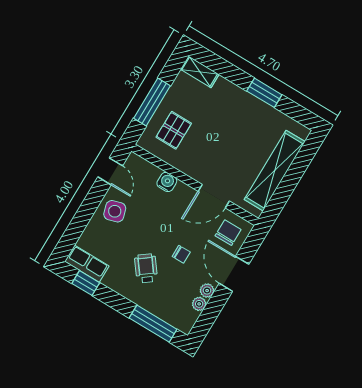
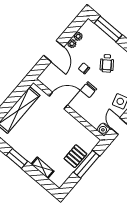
shelving: (200, 72) -> (43, 168), moved
pallet: (174, 130) -> (75, 156), moved
water cooler: (167, 182) -> (103, 129), moved
chair: (228, 233) -> (89, 90), moved

